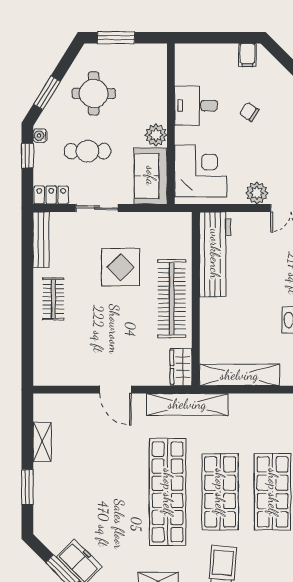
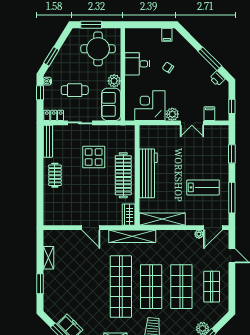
round table: (94, 93) -> (98, 49), moved, width x1.36, depth x1.36
corner desk: (201, 171) -> (150, 106), moved, turned -90
workbench: (215, 254) -> (148, 173), moved

